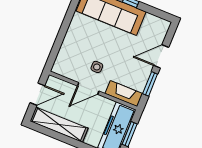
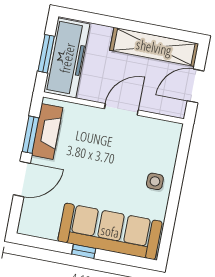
side table: (97, 67) -> (155, 181), moved
fireplace: (124, 94) -> (47, 131), moved, turned -90

